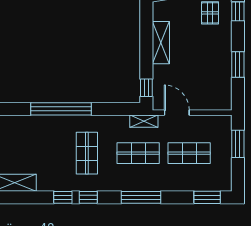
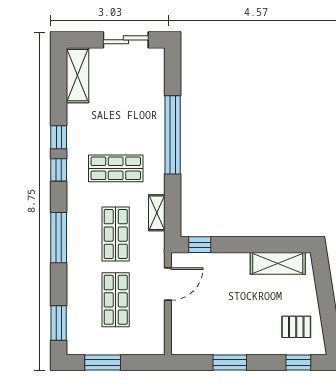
shelving: (161, 43) -> (278, 263), moved
shelving: (144, 121) -> (157, 213), moved
window: (238, 144) -> (103, 363), moved

